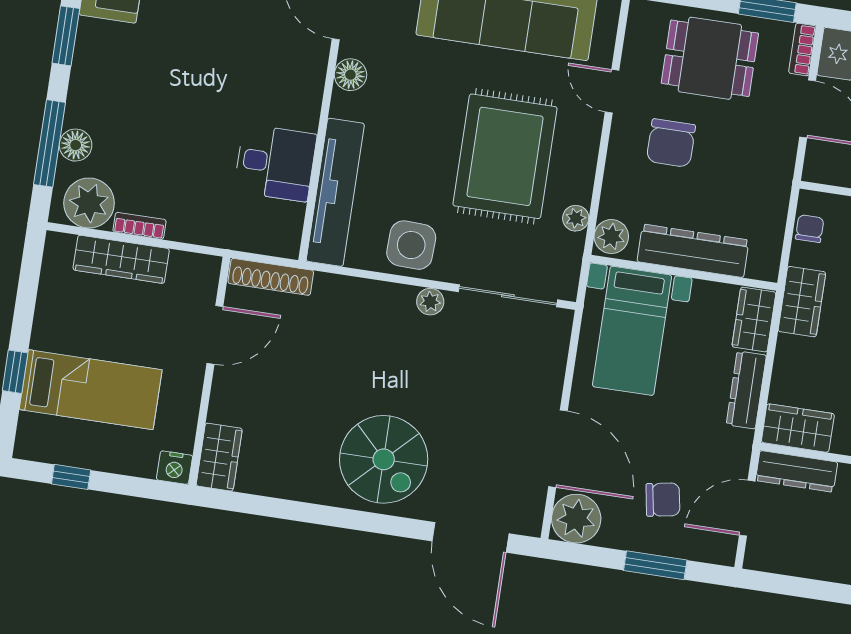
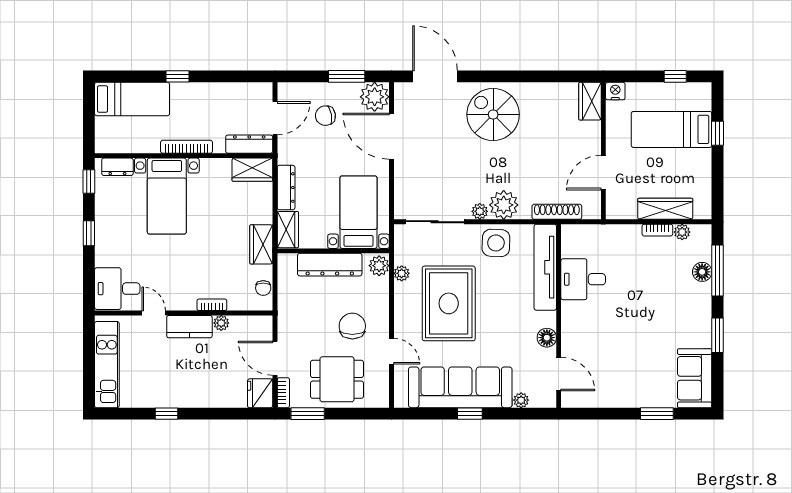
plant: (89, 203) -> (682, 232), width x0.53, depth x0.53
shoe rack: (271, 277) -> (557, 212), moved
plant: (389, 306) -> (504, 205), added
window: (655, 565) -> (347, 76), moved

